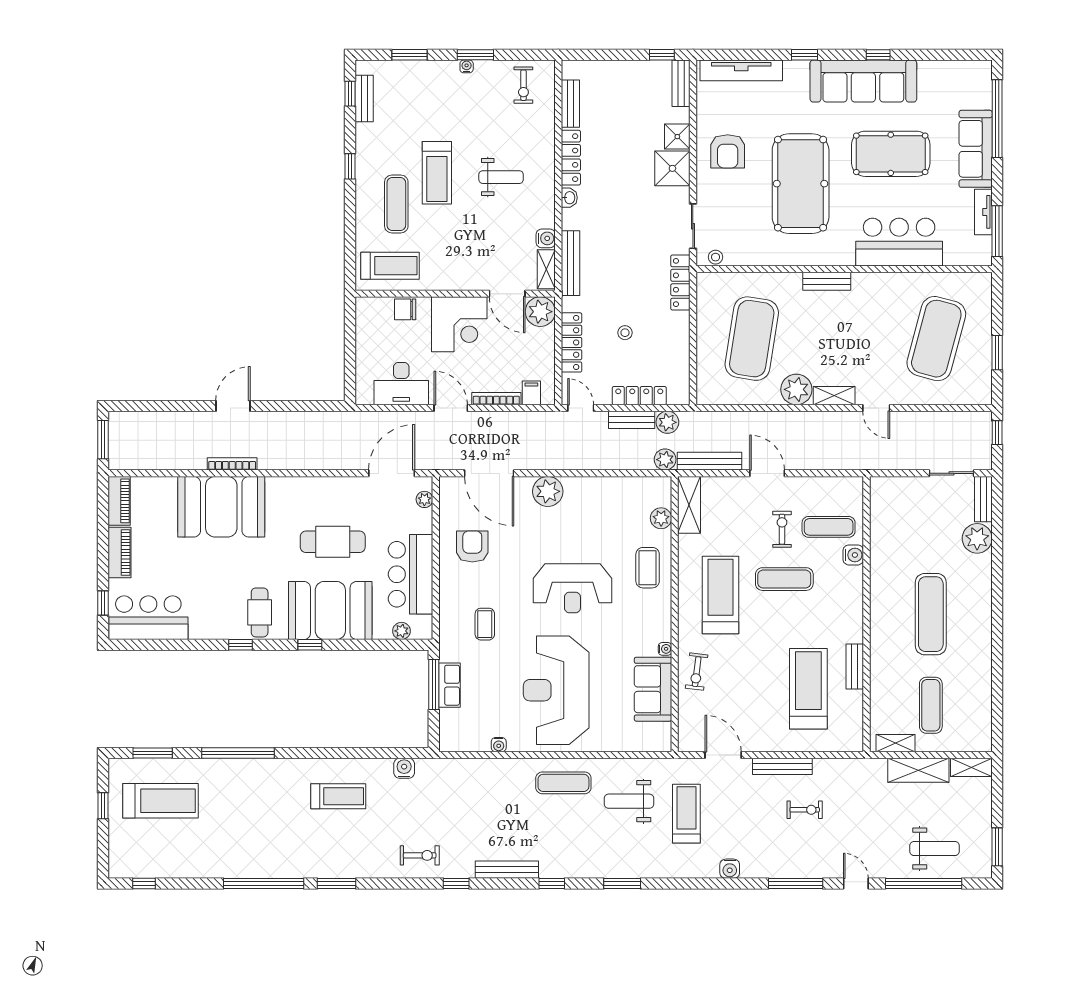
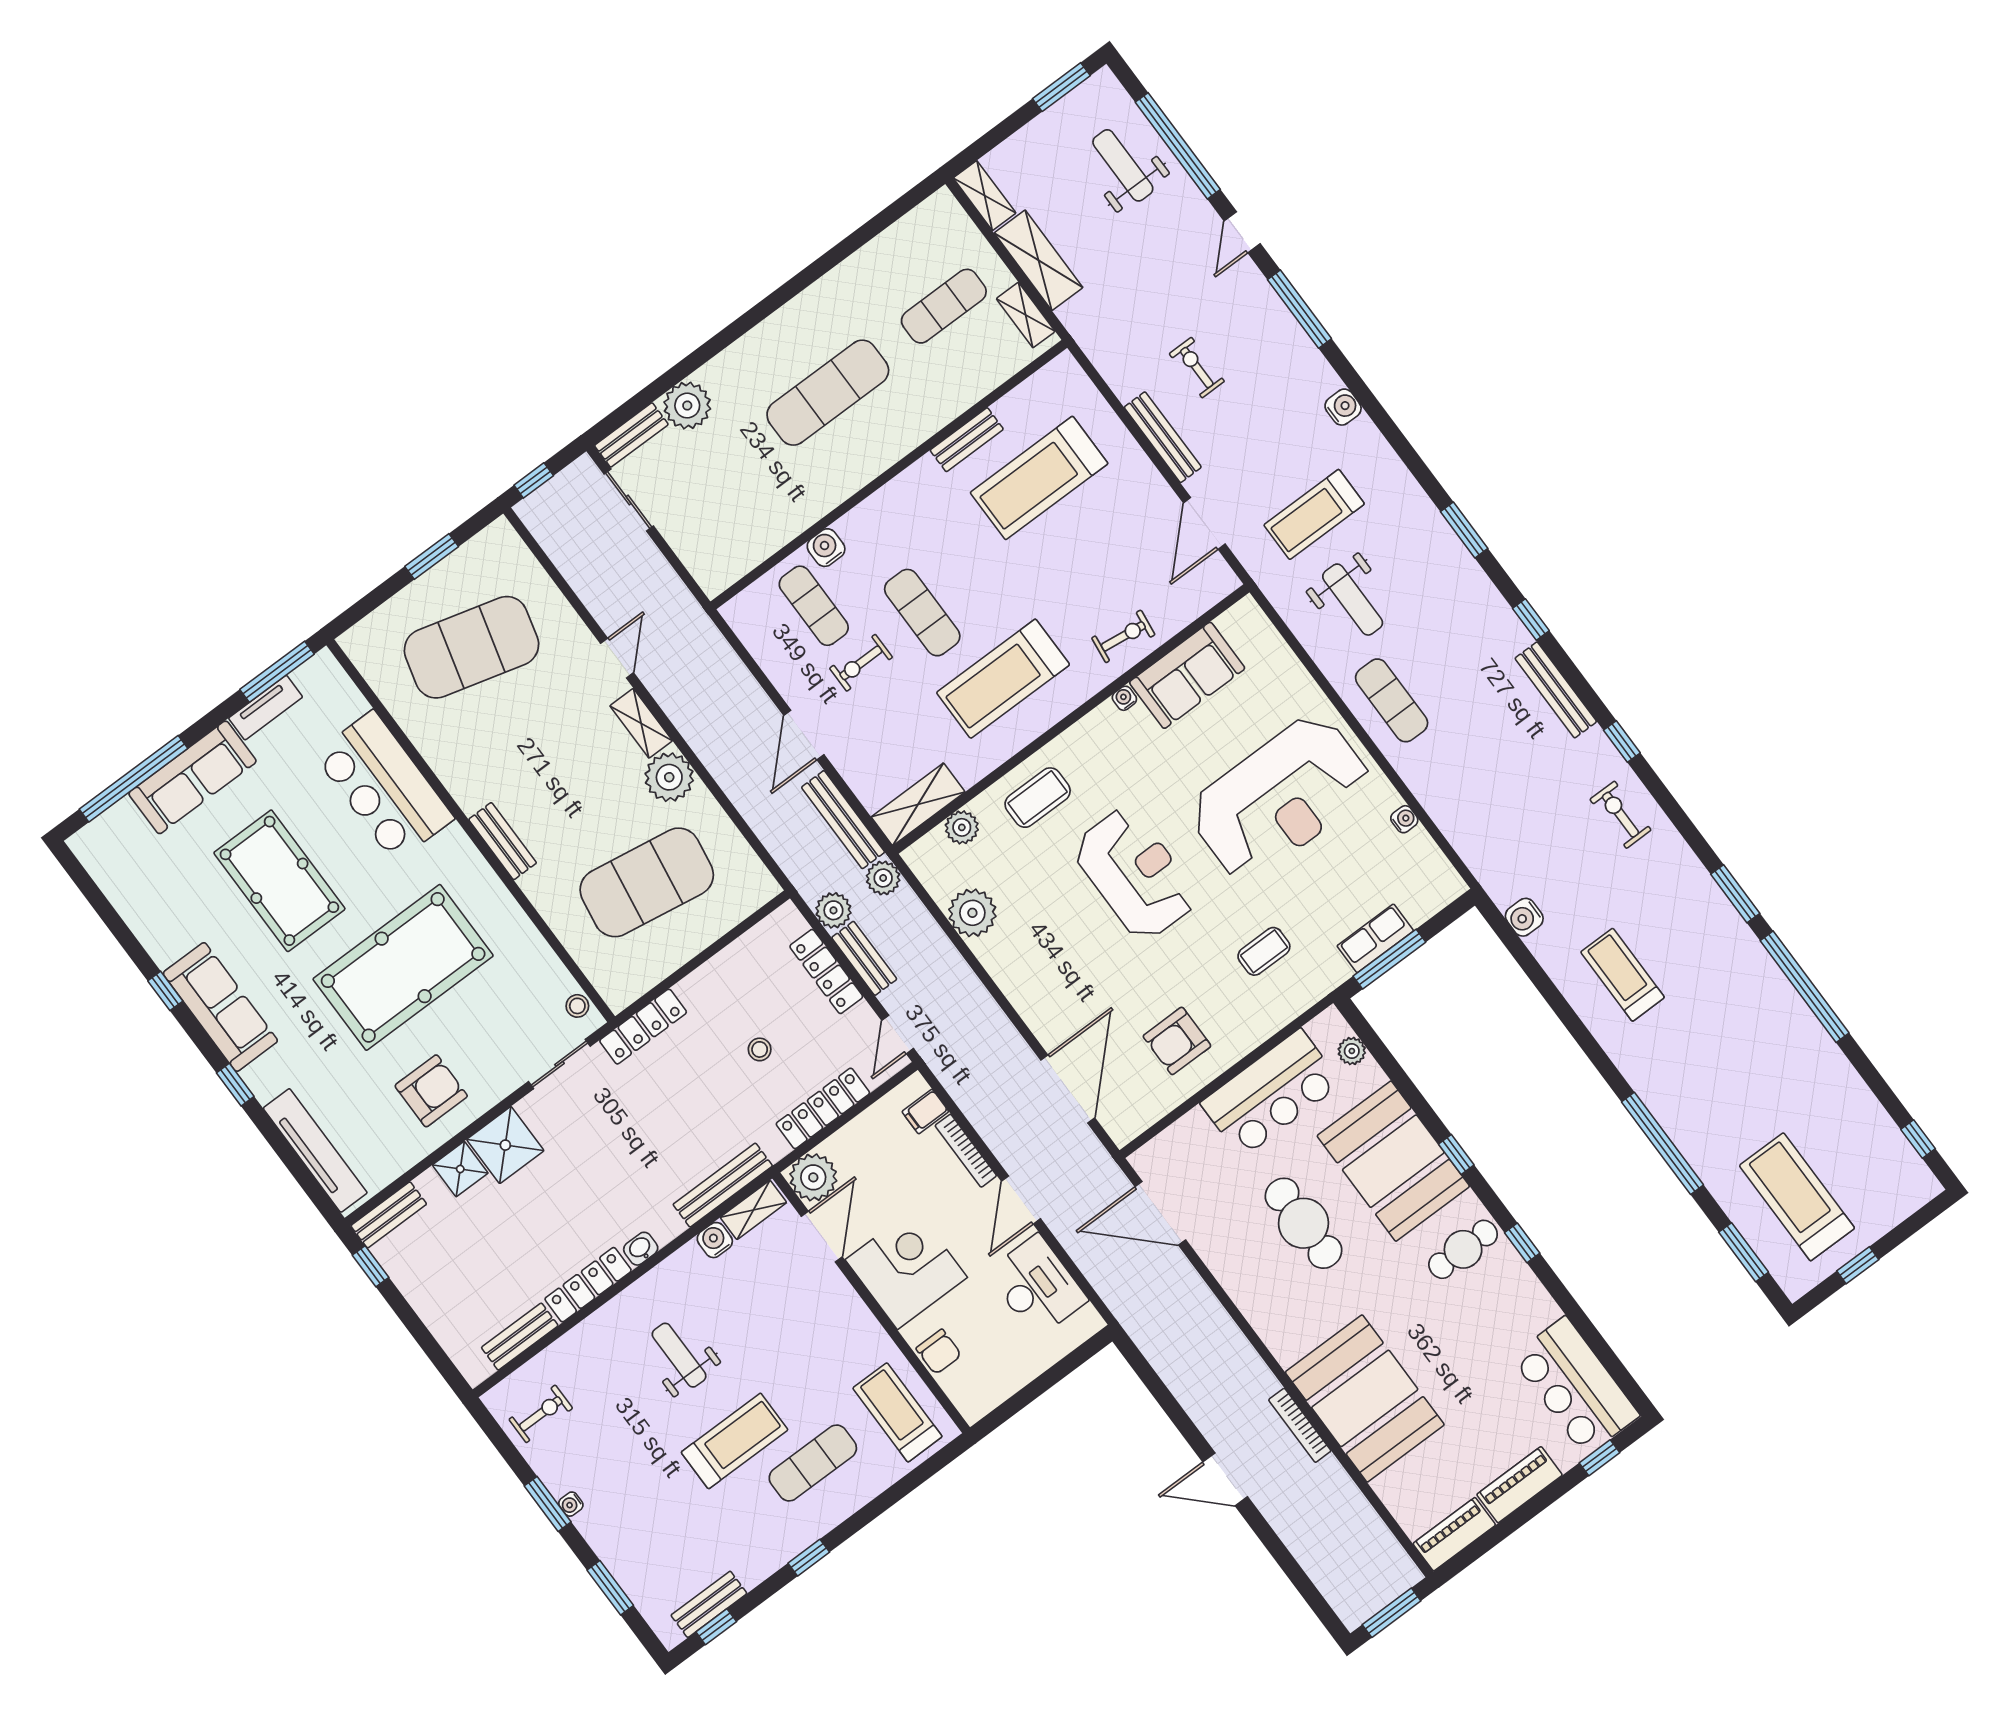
sofa: (863, 81) -> (220, 1007), width x0.74, depth x0.79
plant: (548, 491) -> (972, 913), moved
plant: (424, 499) -> (1162, 1147), removed

